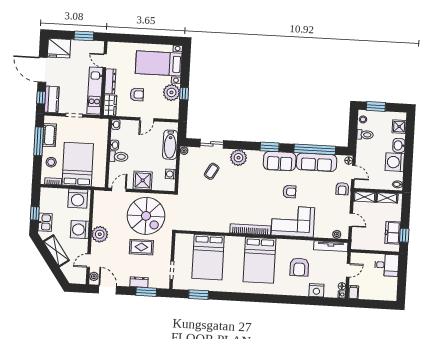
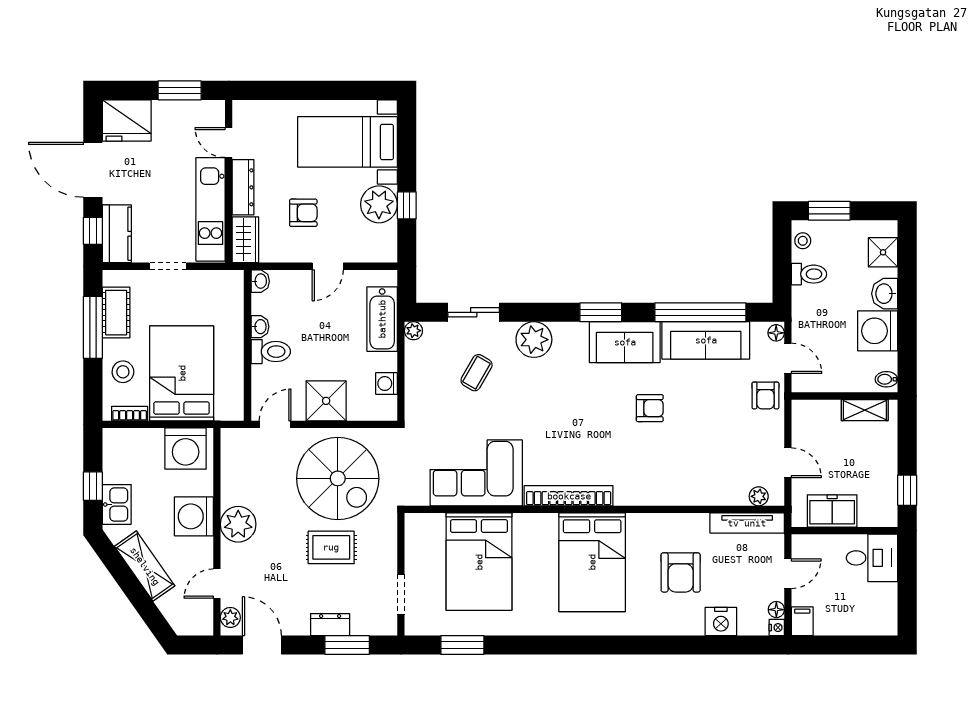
shelving: (365, 197) -> (816, 410), removed
corner sofa: (293, 221) -> (476, 473), moved
freezer: (393, 233) -> (832, 511), moved, turned 90

